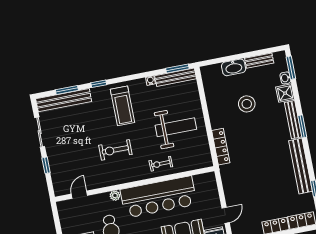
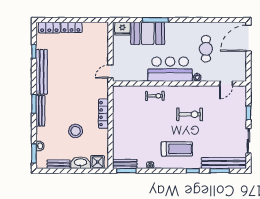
bench: (176, 77) -> (125, 164), width x0.73
shower: (285, 93) -> (97, 162), moved
treadmill: (122, 106) -> (177, 149), turned 90
weight bench: (176, 127) -> (137, 123), removed
locker: (221, 147) -> (103, 114), moved
bar counter: (158, 197) -> (170, 69), width x0.73
door: (226, 215) -> (110, 72), moved

